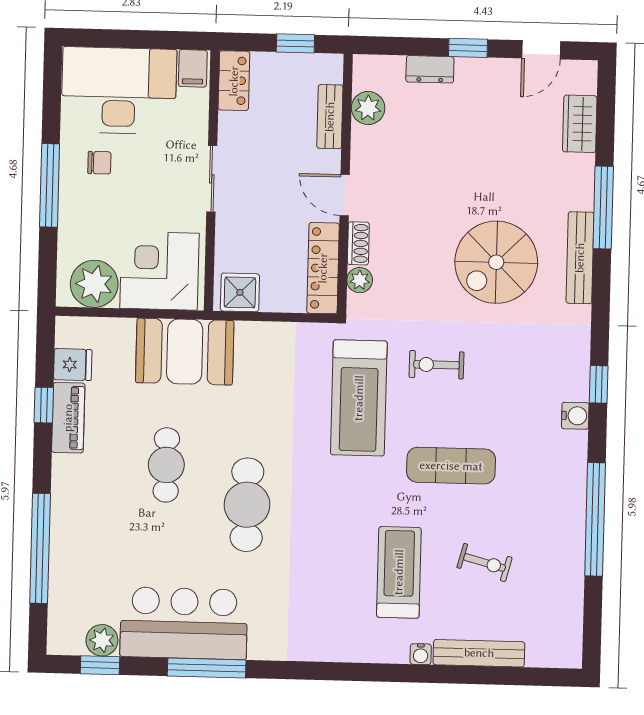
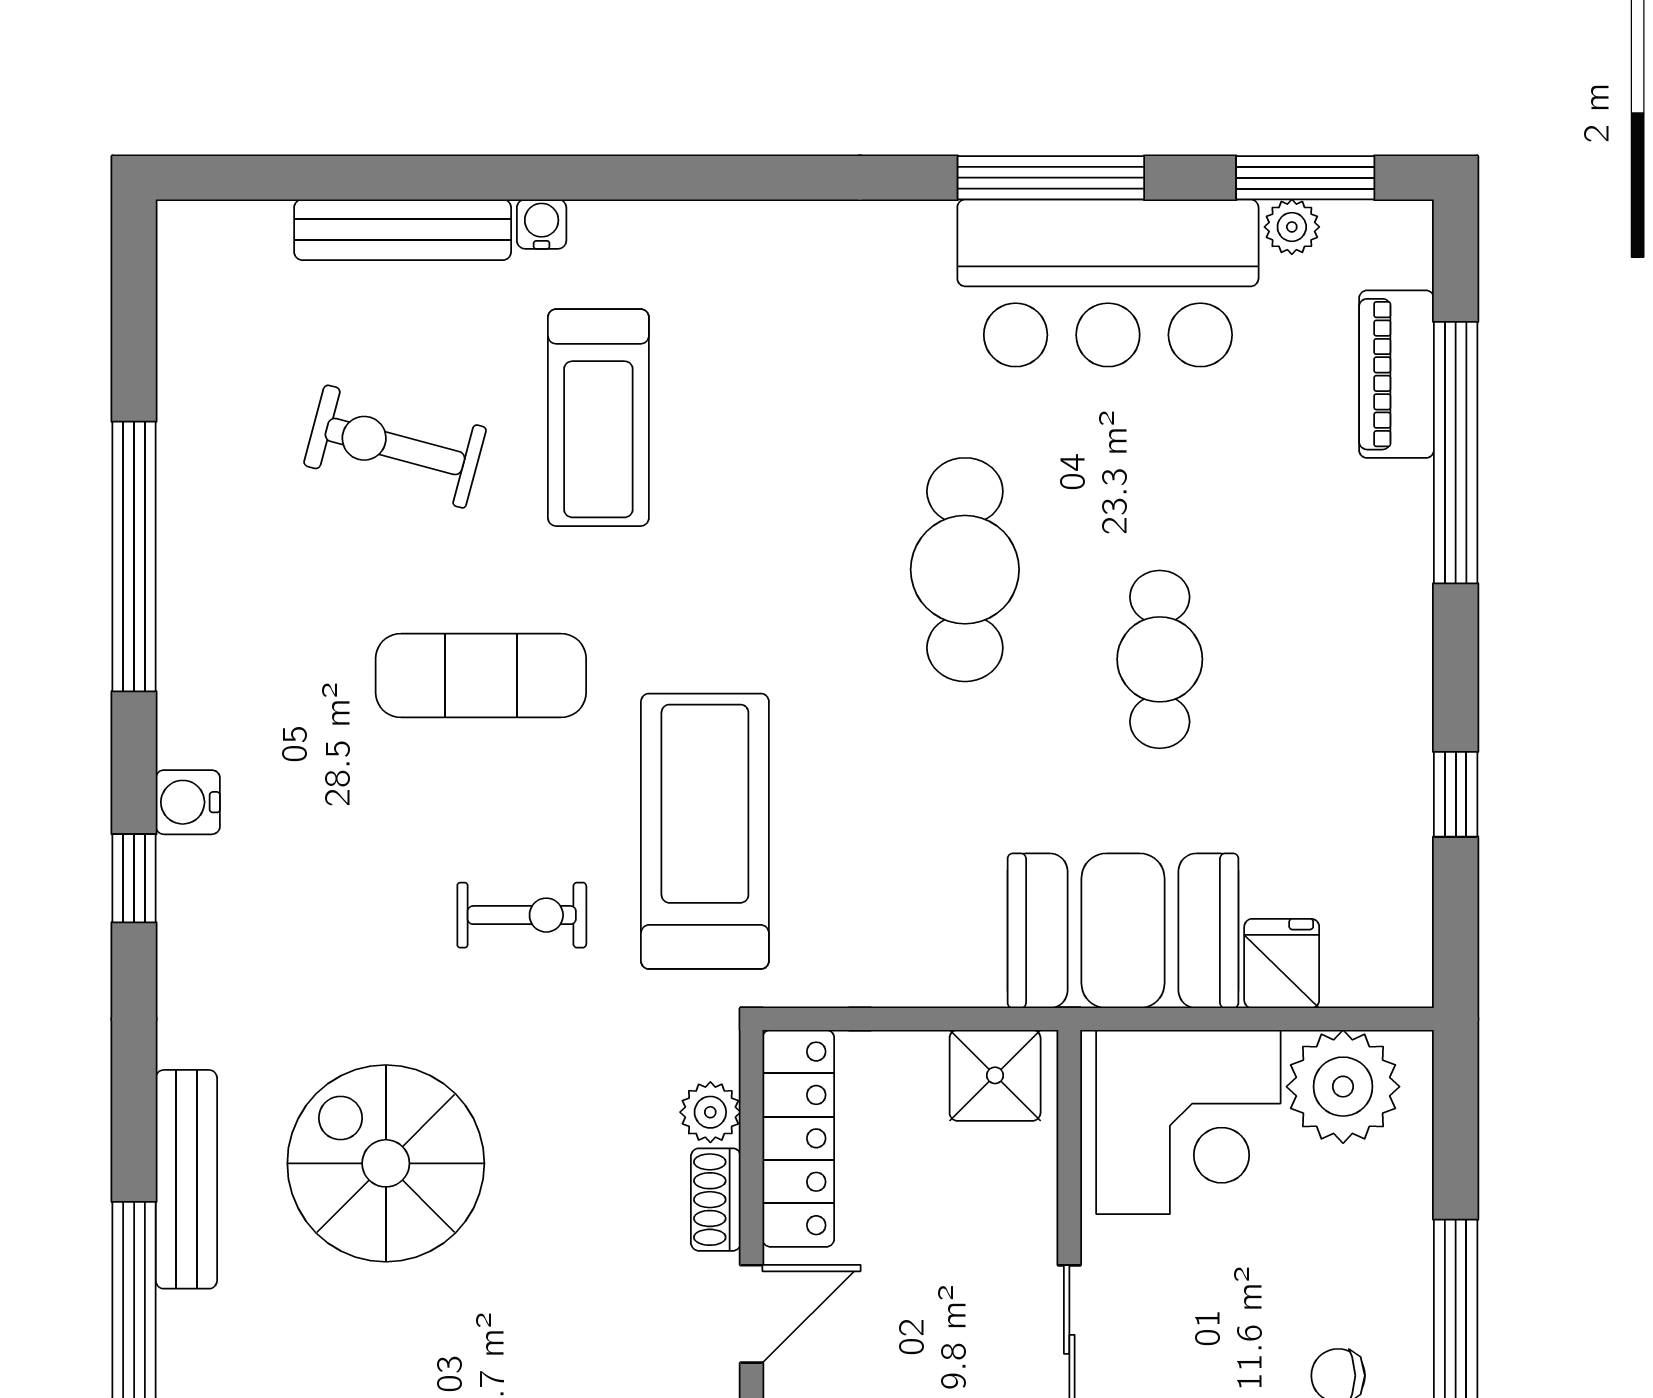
door: (345, 195) -> (752, 1314), hinge flipped
spiral stairs: (496, 262) -> (386, 1163), turned -90
fridge: (73, 365) -> (1282, 963), moved, turned 90
piano: (68, 418) -> (1396, 374), moved
exercise bike: (485, 563) -> (395, 446), width x1.38, depth x1.39
plant: (102, 640) -> (1292, 227), width x0.73, depth x0.73
window: (100, 665) -> (1305, 178), width x1.50

